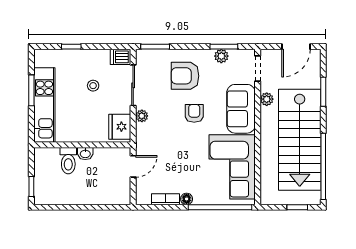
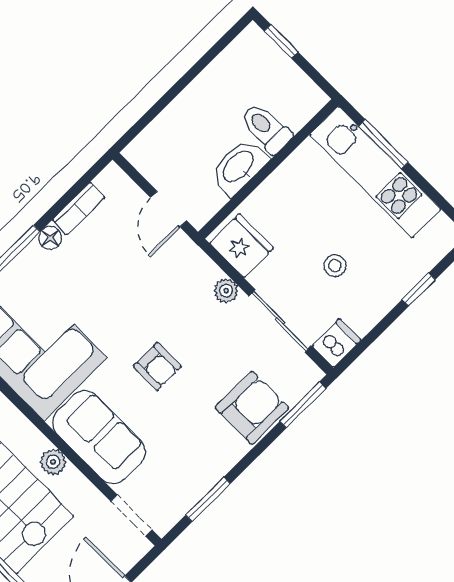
plant: (221, 56) -> (199, 483), removed
armchair: (185, 76) -> (252, 408), moved
window: (31, 90) -> (383, 144), moved
plant: (267, 99) -> (53, 462), moved
washbasin: (85, 154) -> (239, 167), width x1.91, depth x1.45

